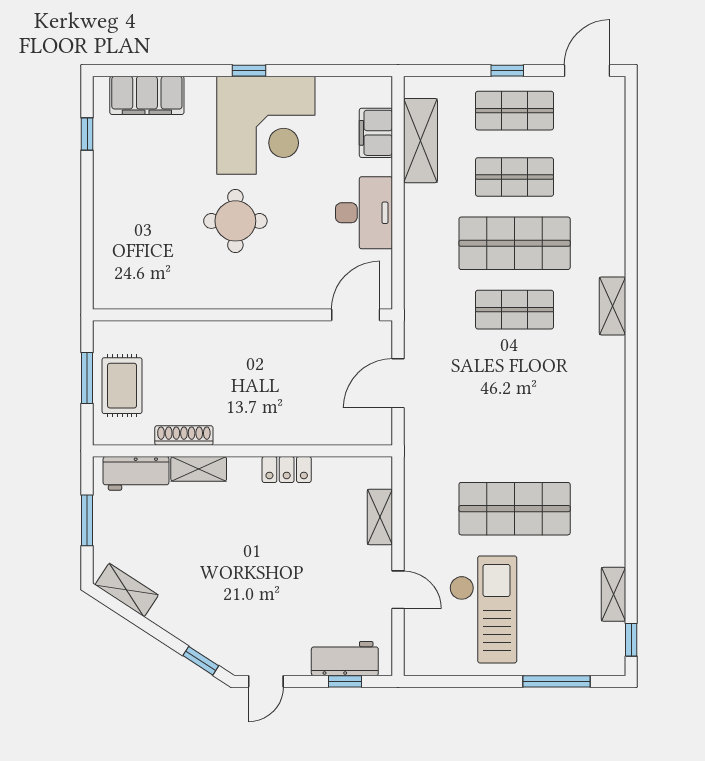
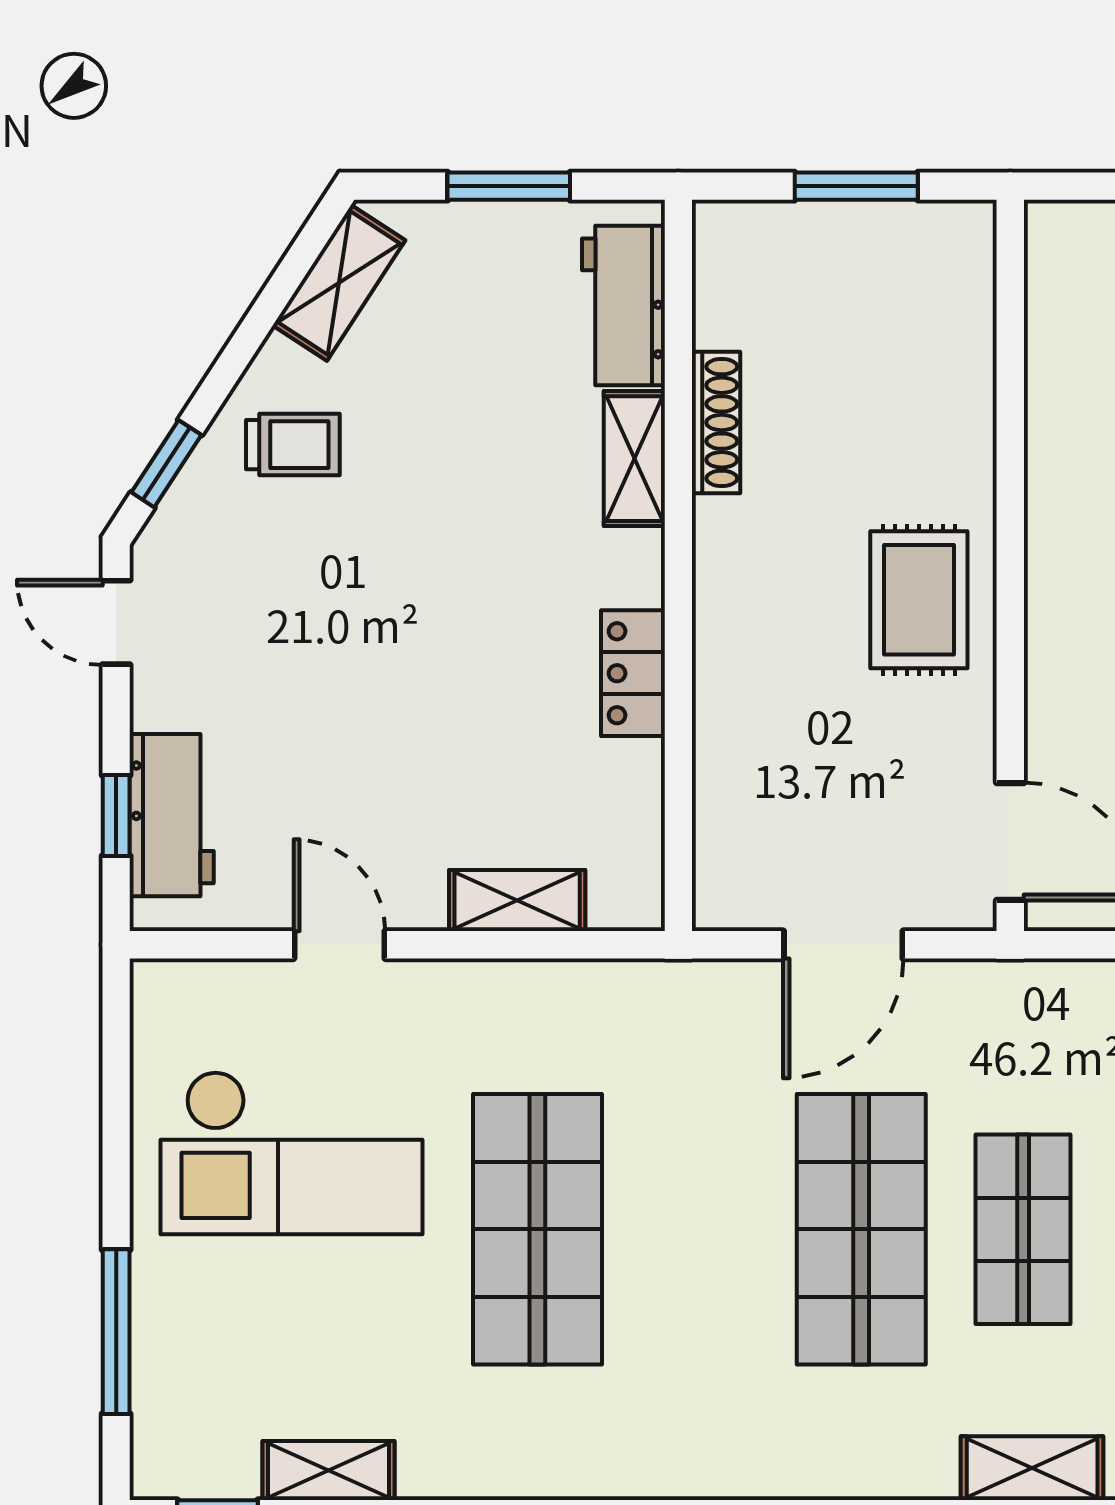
shop shelf: (515, 376) -> (861, 1229), added
door: (398, 383) -> (843, 945), swing flipped
rug: (122, 386) -> (919, 600), moved, turned 90
door: (398, 590) -> (339, 945), swing flipped
trolley: (193, 609) -> (293, 445), added

